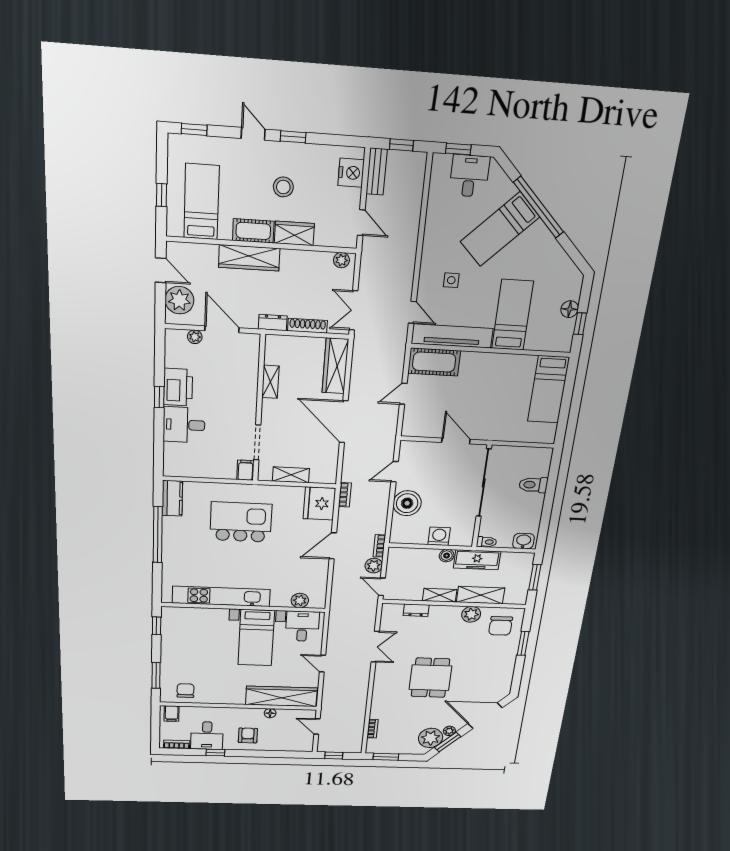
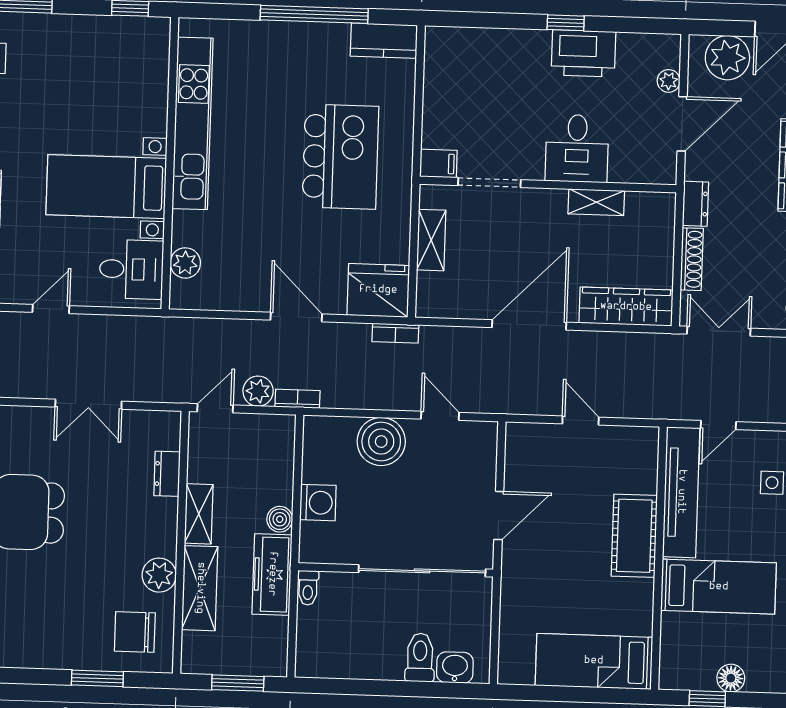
cot: (434, 362) -> (634, 536), moved
desk: (184, 425) -> (577, 148), moved, turned 180
washbasin: (523, 541) -> (455, 668), moved, turned -90

